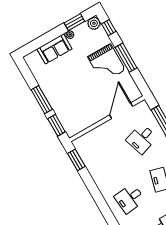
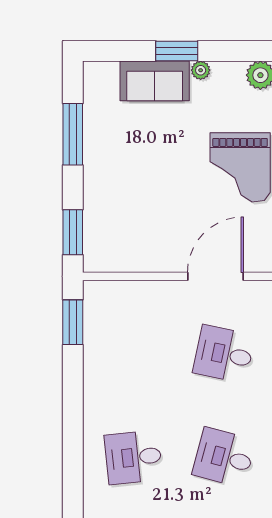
window: (74, 22) -> (177, 51), moved
window: (42, 100) -> (73, 134), moved
desk: (142, 139) -> (224, 354), turned 30

